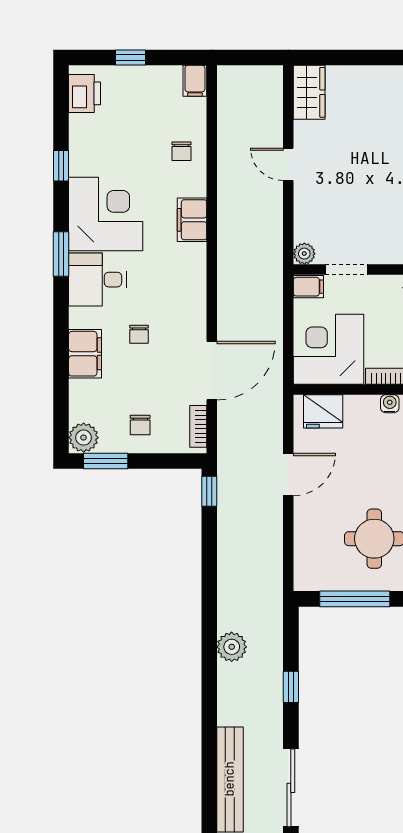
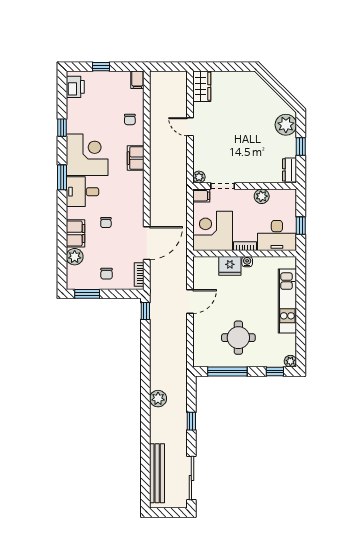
fridge: (323, 411) -> (230, 266), moved
plant: (84, 438) -> (75, 257), moved

